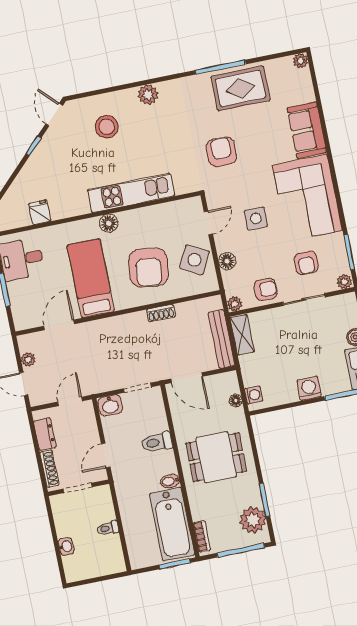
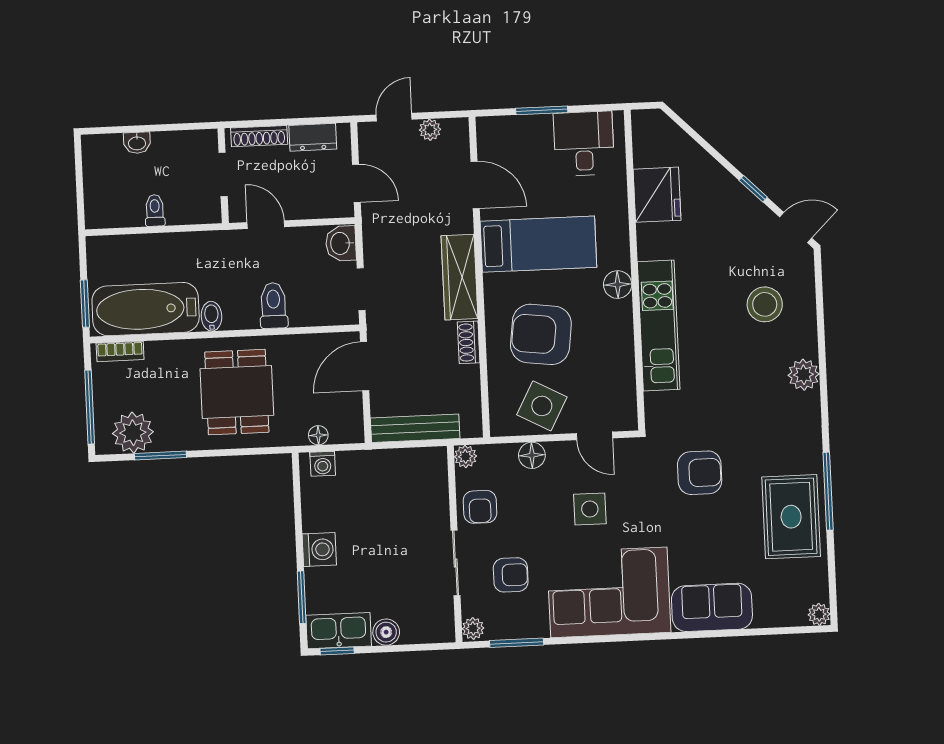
fridge: (40, 212) -> (657, 195), width x1.88, depth x1.34
armchair: (306, 263) -> (511, 575), turned 180
wardrobe: (120, 326) -> (459, 277), added
shelving: (242, 335) -> (417, 461), removed

